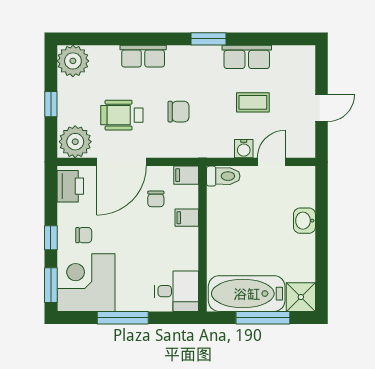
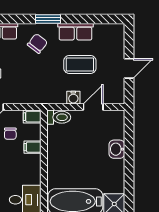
coffee table: (253, 102) -> (80, 64), width x1.36, depth x1.30
chair: (179, 112) -> (37, 44), moved, turned -52

